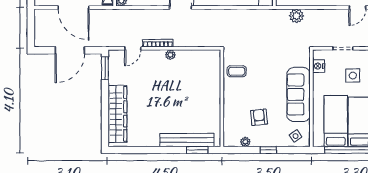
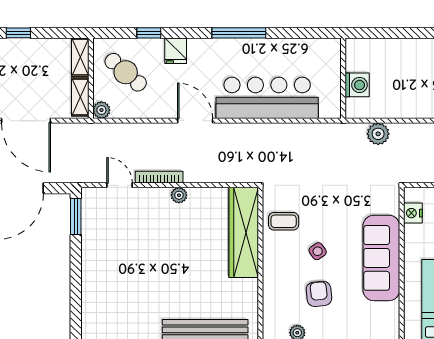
door: (133, 48) -> (119, 185), swing flipped
wardrobe: (117, 114) -> (244, 232), moved, turned 180
side table: (295, 136) -> (318, 251), moved

